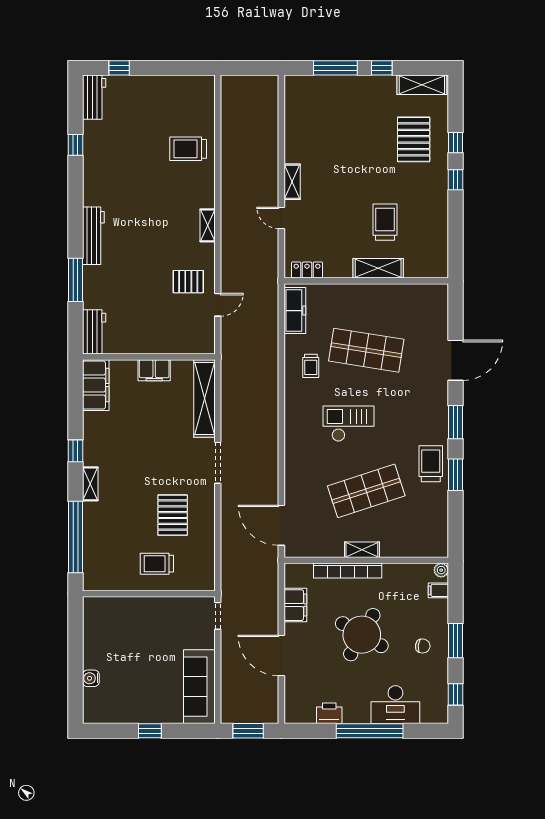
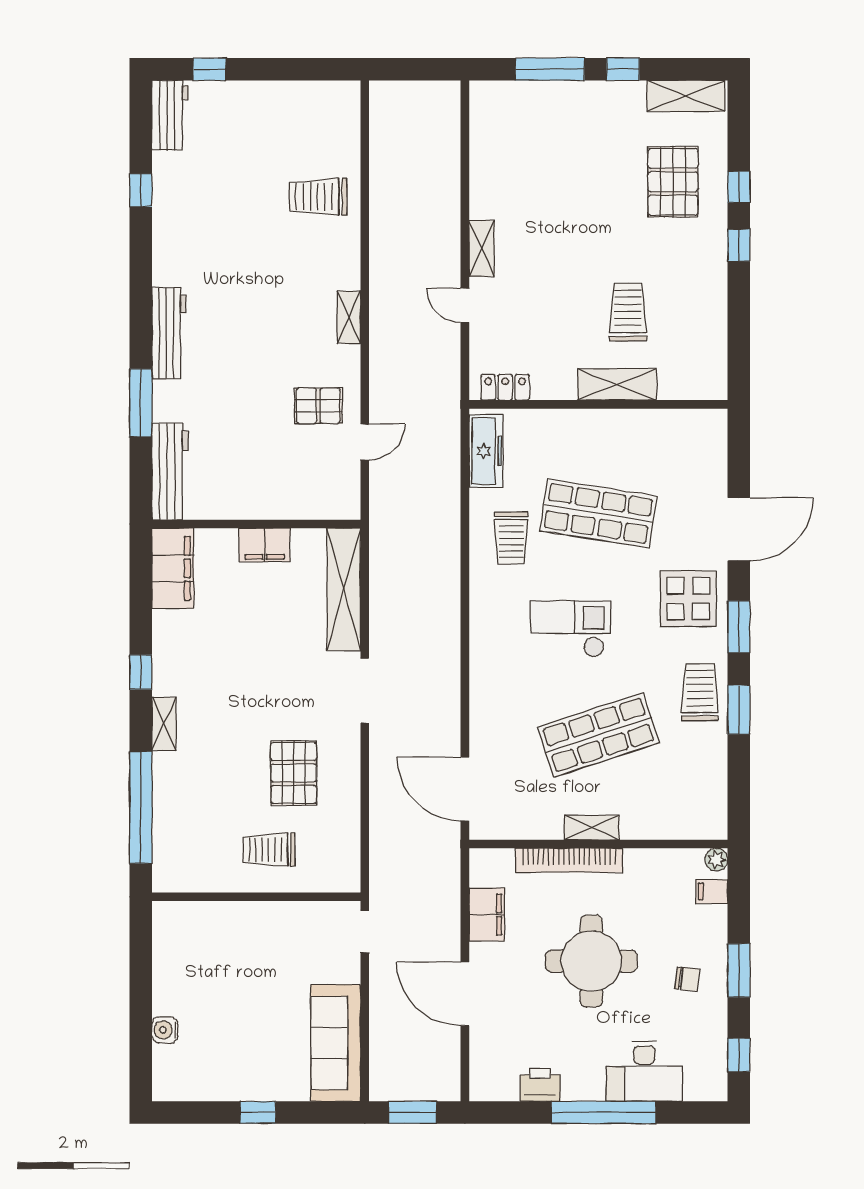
workbench: (94, 332) -> (170, 472), width x1.37
trolley: (311, 366) -> (511, 538), width x1.36, depth x1.39
display table: (423, 404) -> (688, 599), added
round table: (362, 635) -> (591, 961), turned -30

